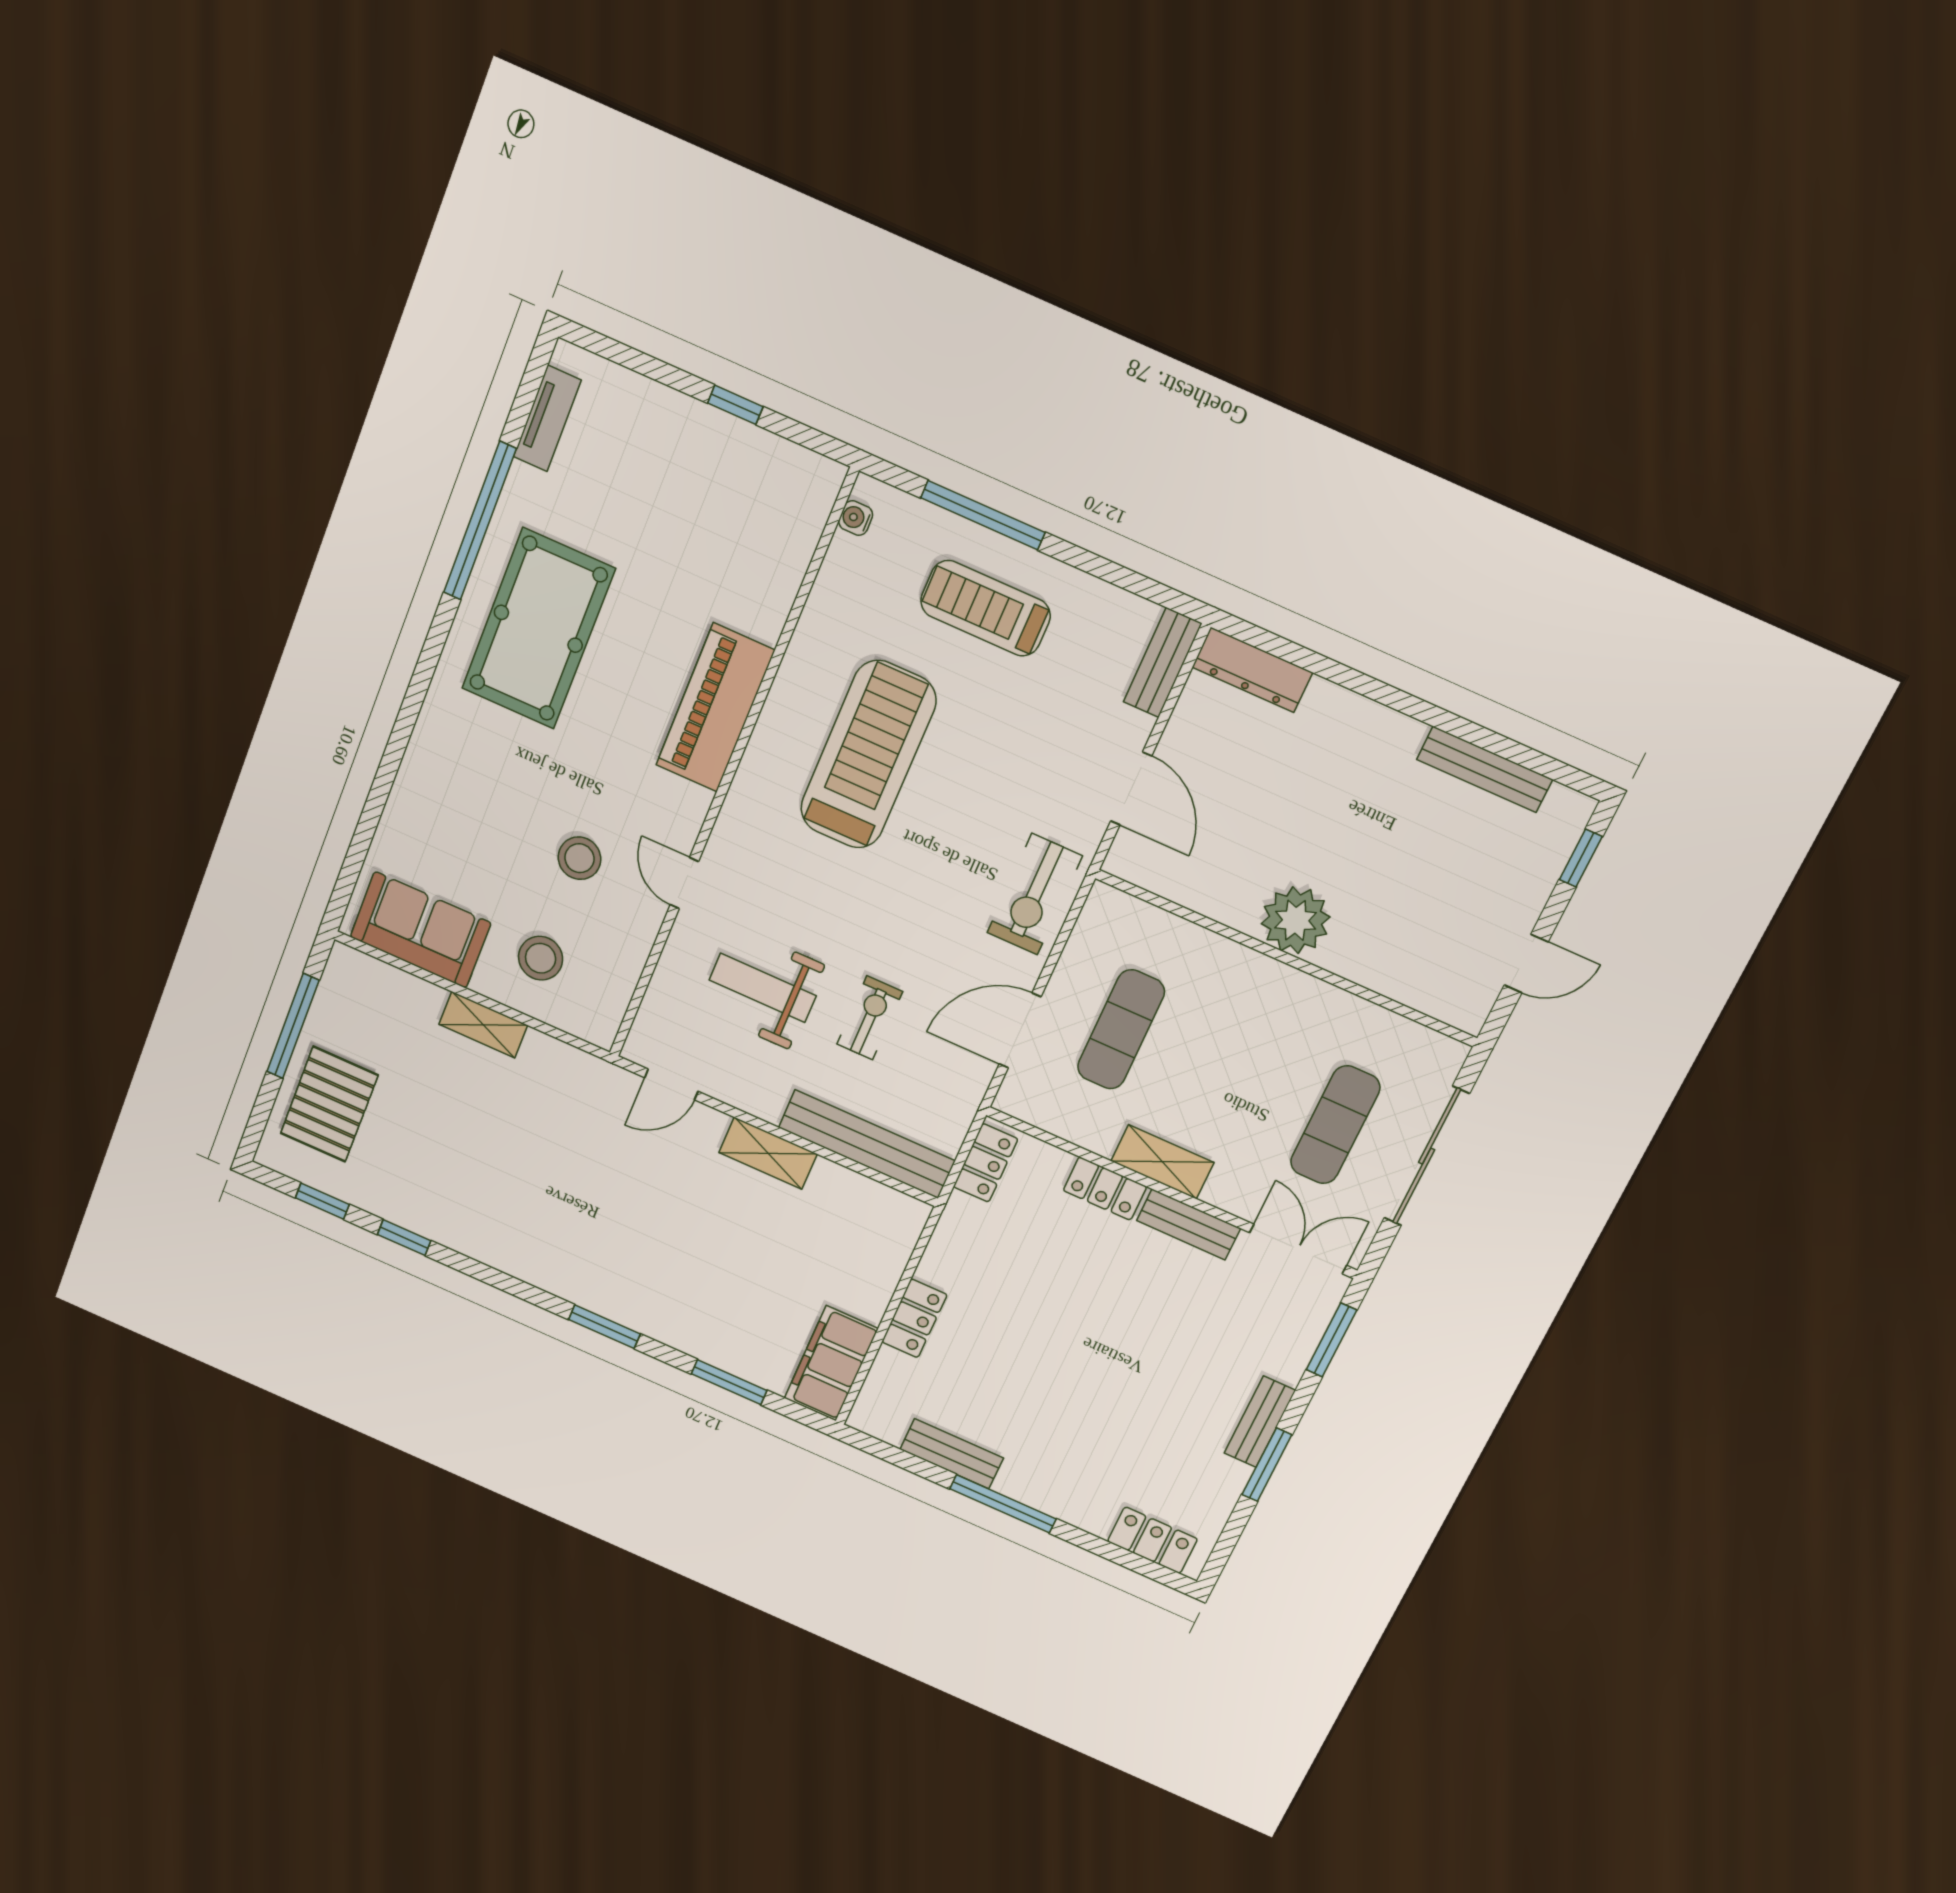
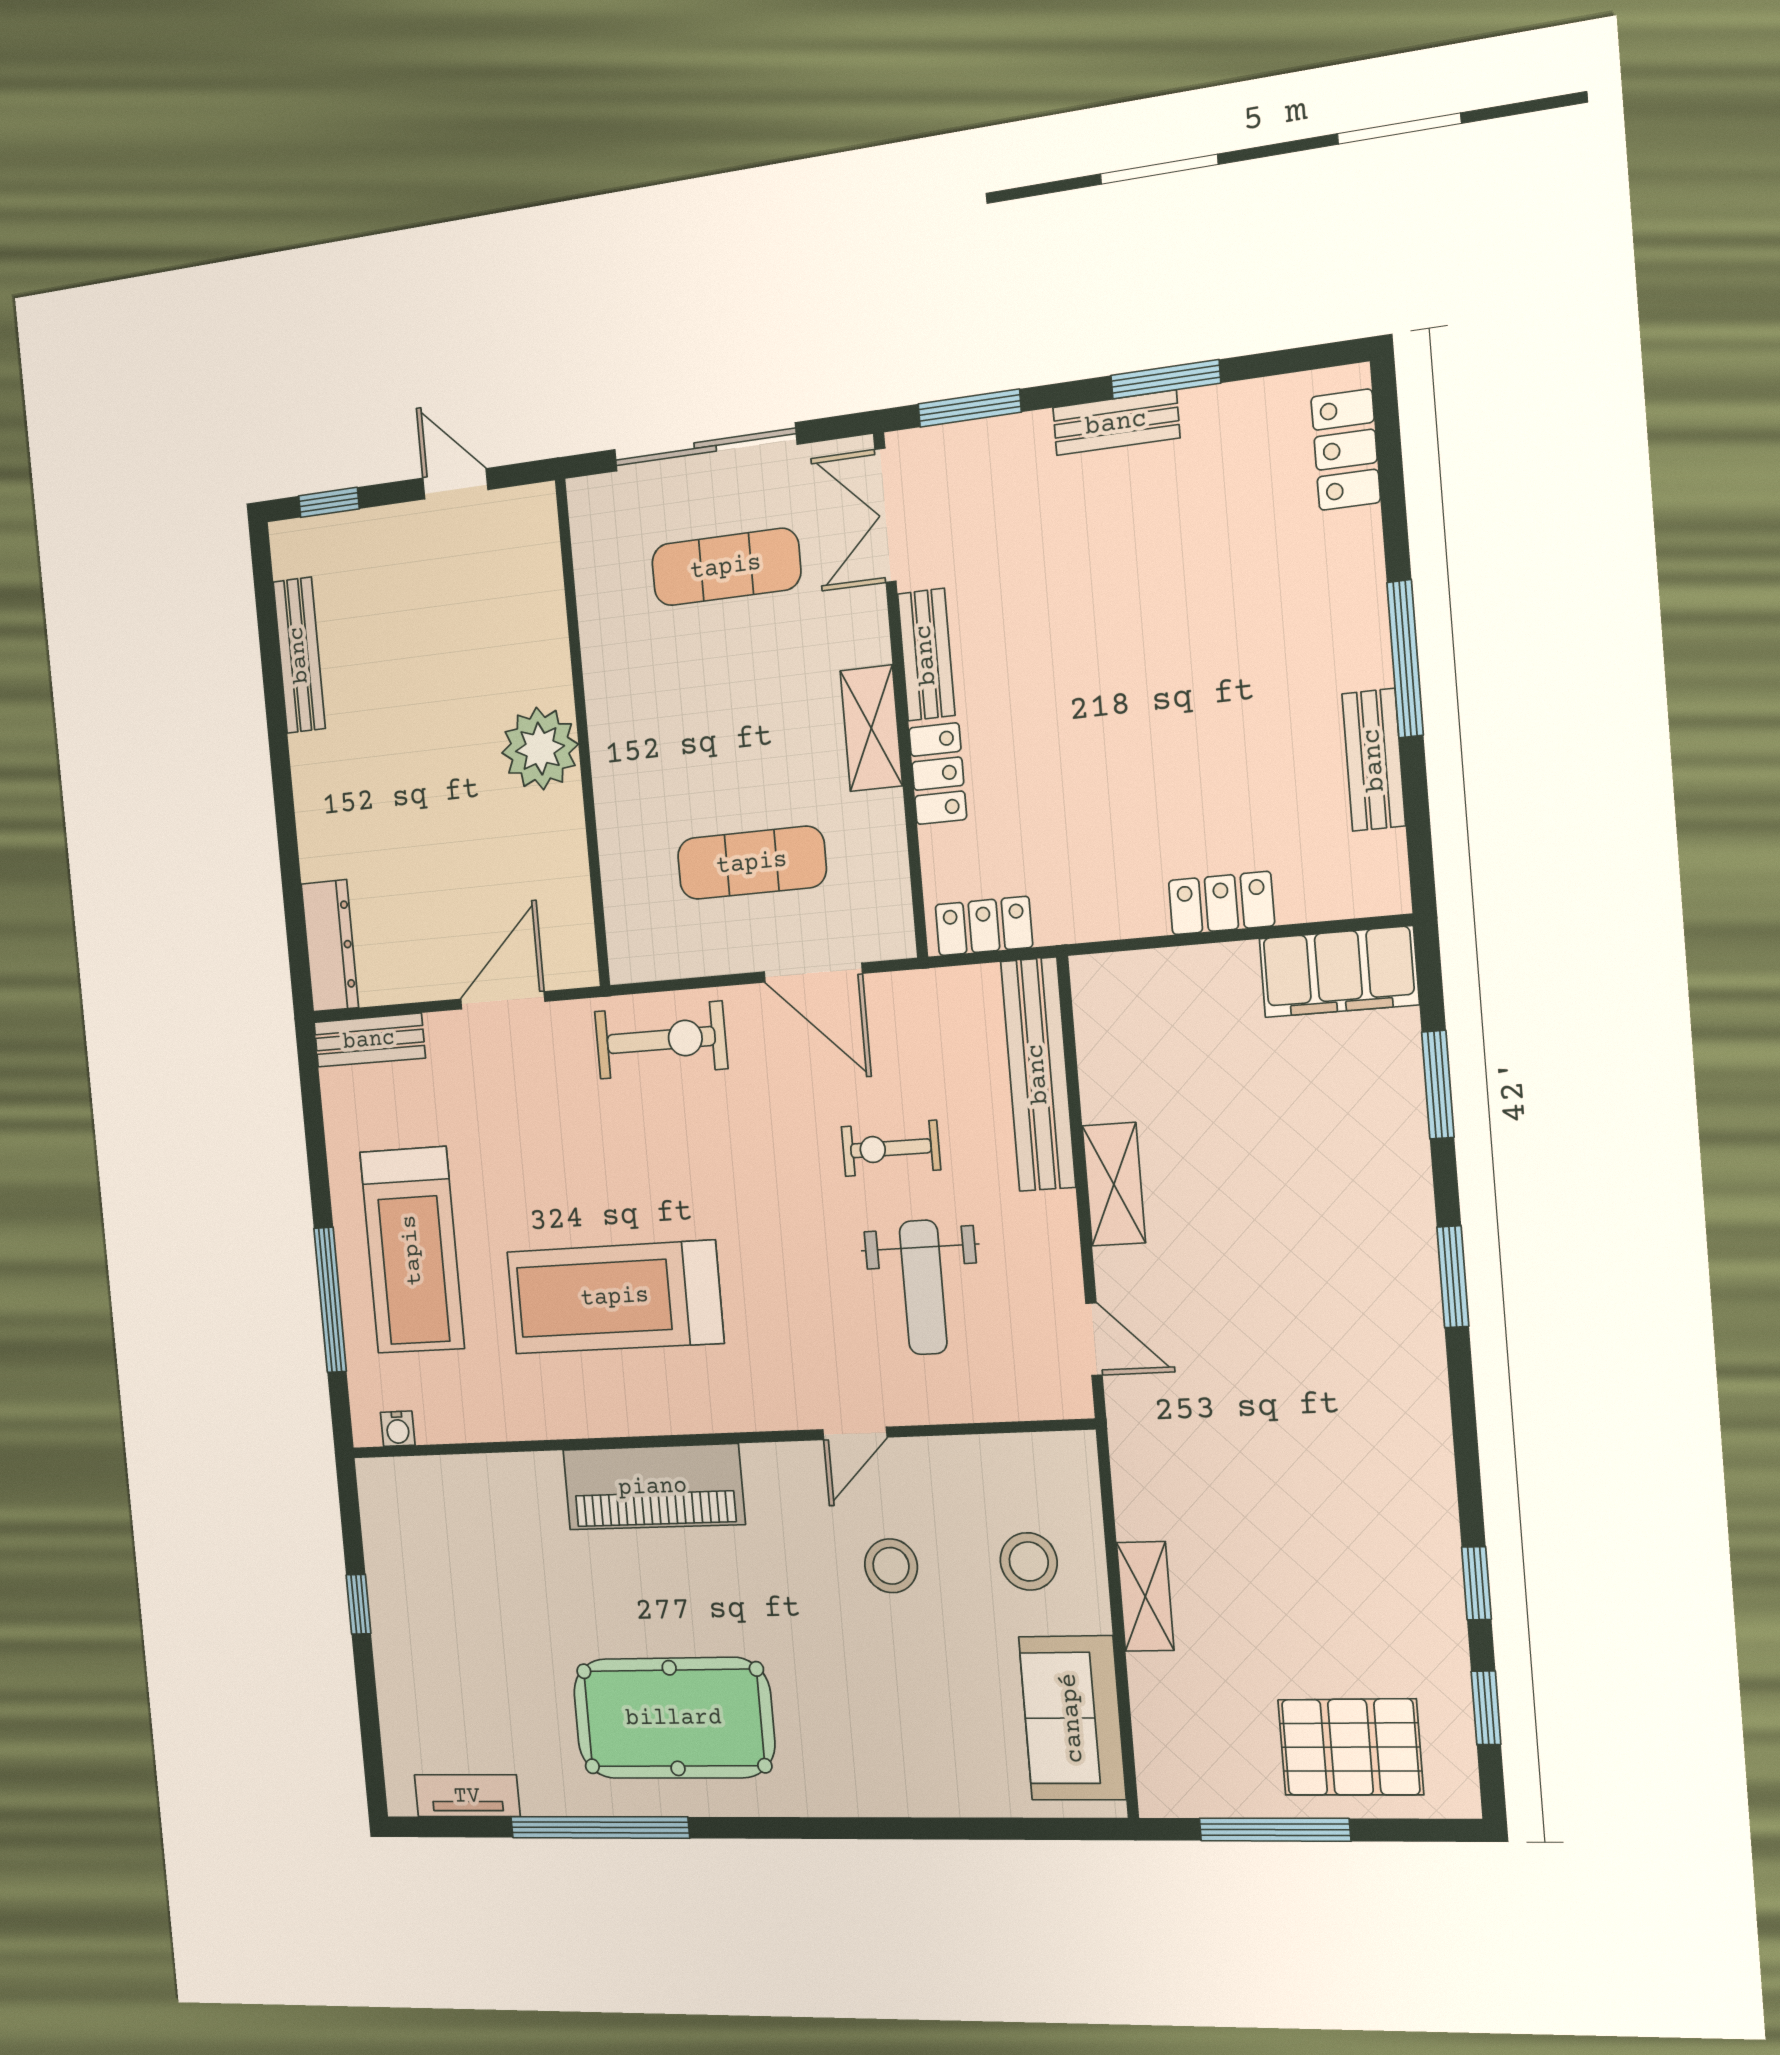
treadmill: (985, 608) -> (412, 1250), width x1.37, depth x1.38

